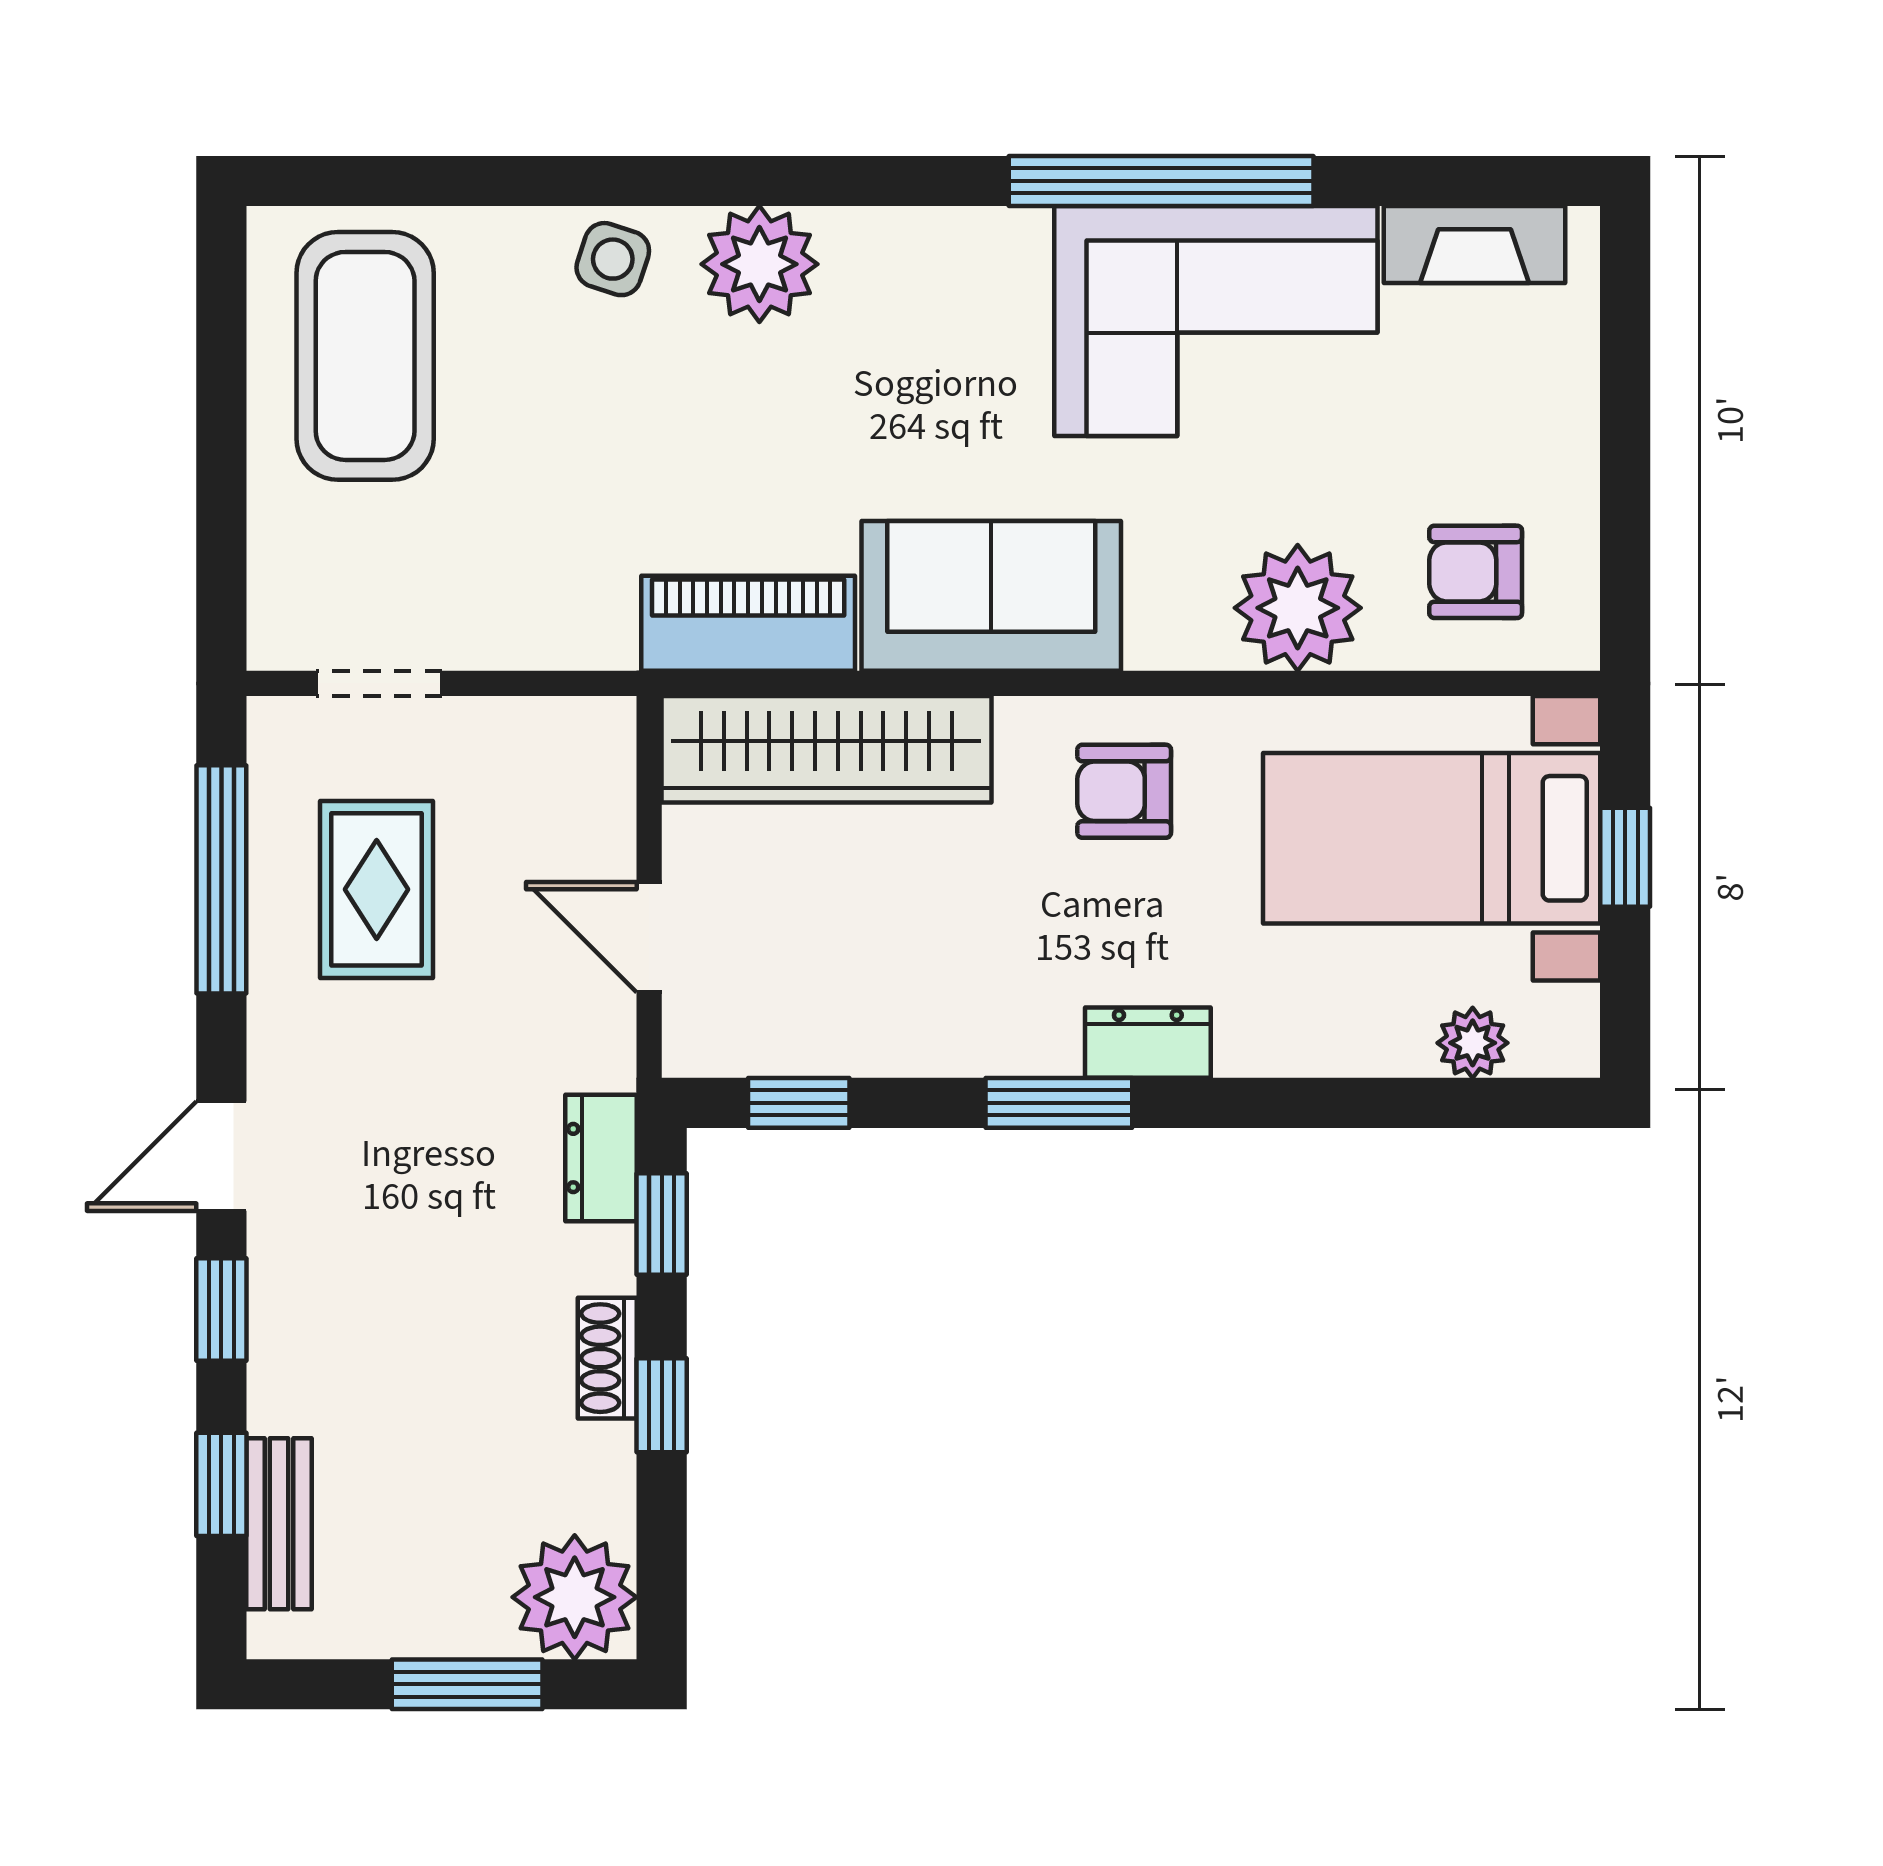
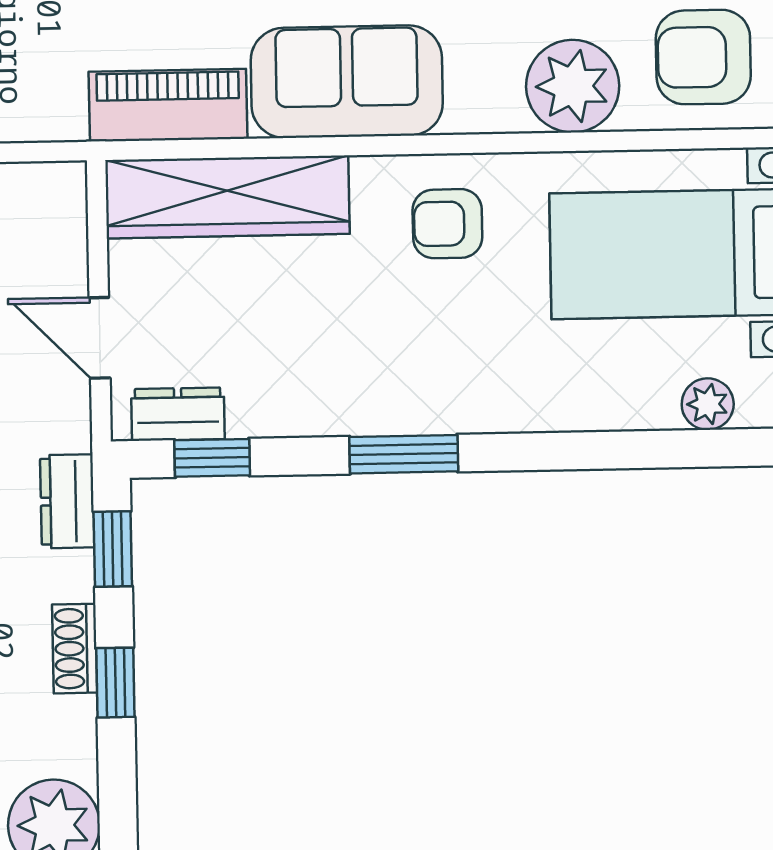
armchair: (1476, 572) -> (703, 57), width x1.38, depth x1.38
dresser: (1148, 1043) -> (178, 414), moved

